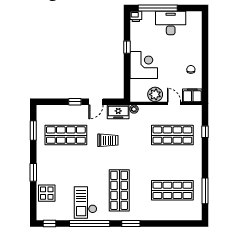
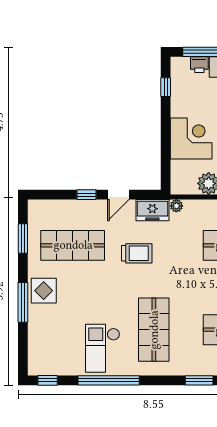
printer: (136, 16) -> (199, 65), moved
window: (127, 47) -> (166, 87), moved
window: (33, 172) -> (23, 302), width x1.44
display table: (47, 193) -> (44, 291), moved
window: (131, 224) -> (199, 380), moved

